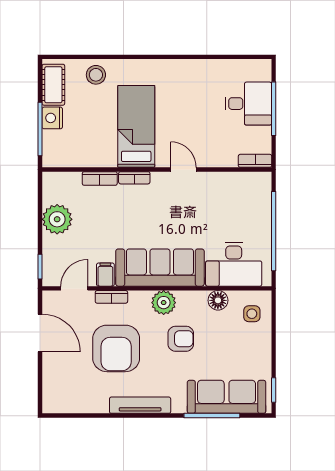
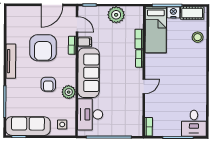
desk: (248, 104) -> (194, 123), moved
bed: (136, 126) -> (156, 30), moved, turned 90
floor lamp: (218, 300) -> (70, 105), removed
plant: (164, 303) -> (69, 92), moved
armchair: (116, 348) -> (43, 48), turned -90
sofa: (227, 397) -> (28, 126), moved, turned -90

